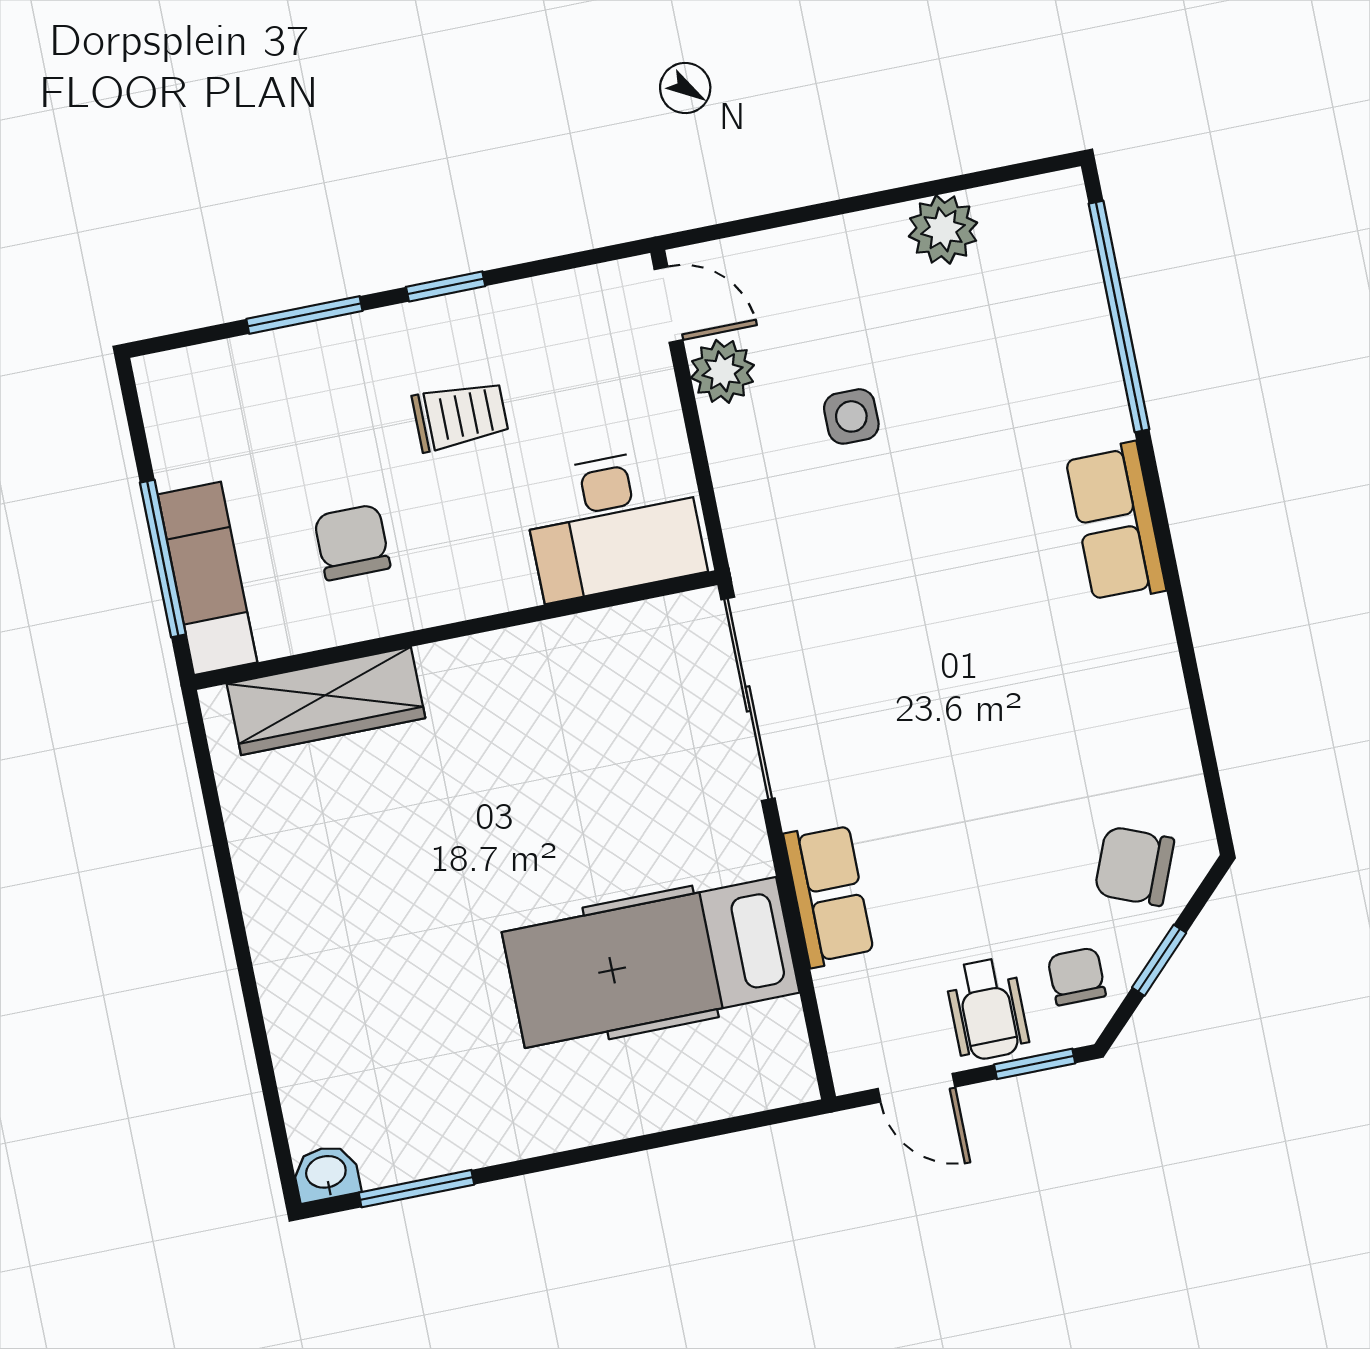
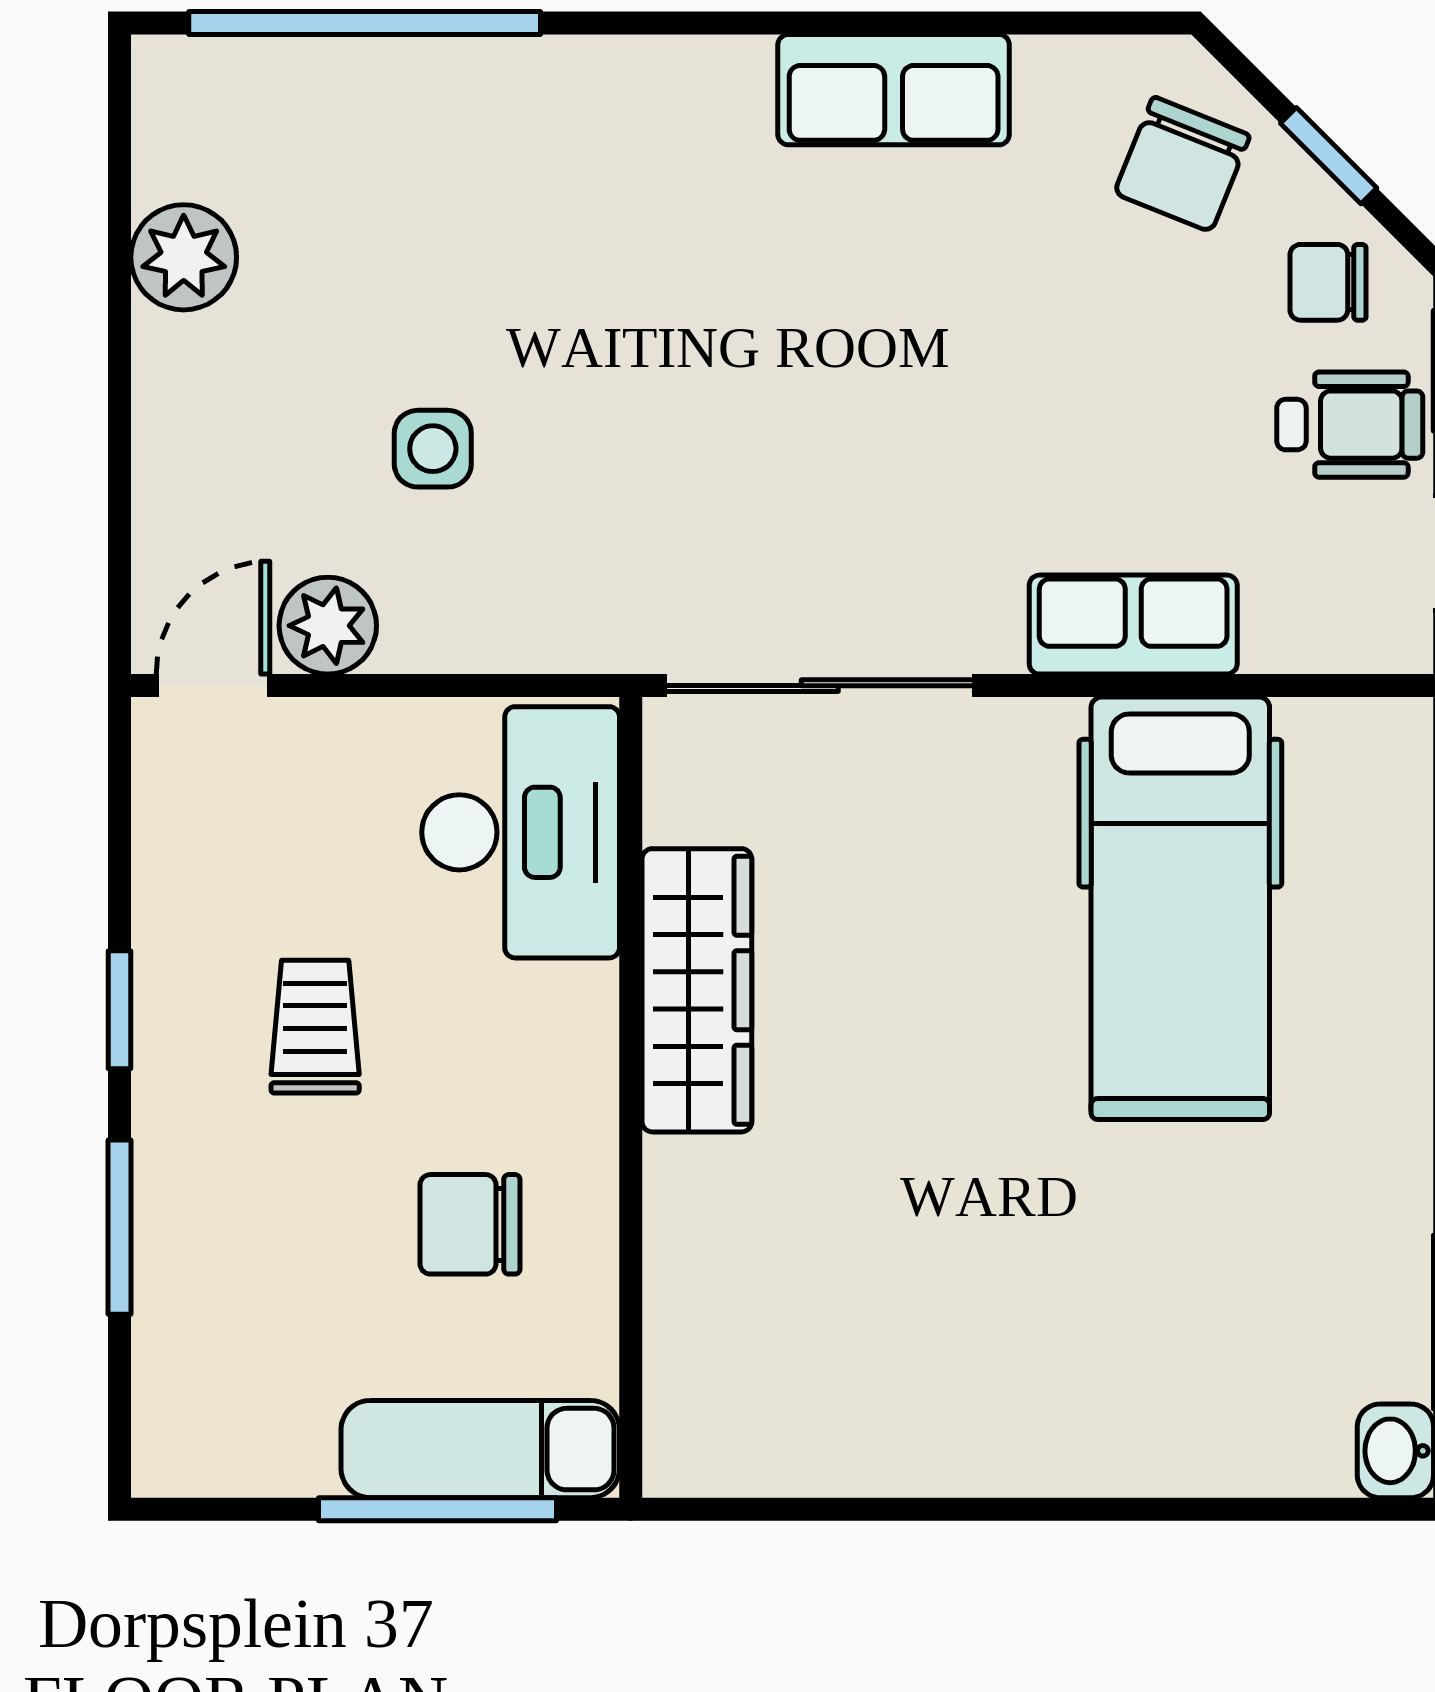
row of seats: (1116, 523) -> (894, 90), moved
wardrobe: (326, 701) -> (697, 990), moved

